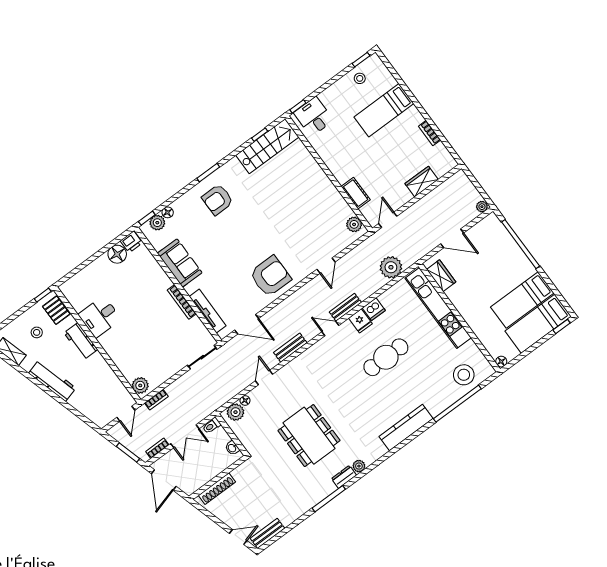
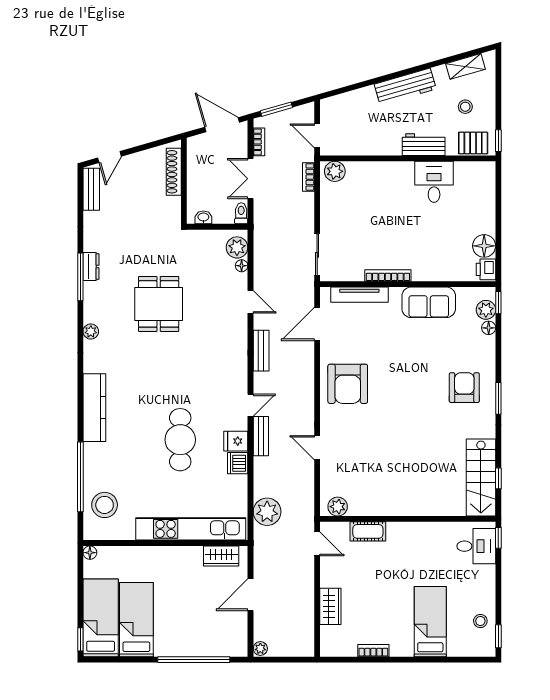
dining table: (309, 436) -> (159, 304), width x0.73
dresser: (344, 477) -> (91, 267), moved

